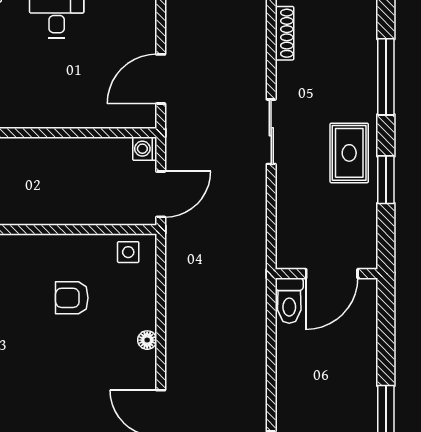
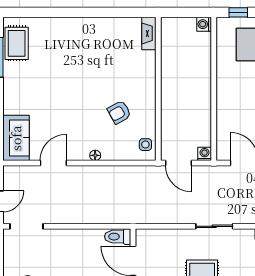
armchair: (72, 298) -> (119, 112), turned -119

